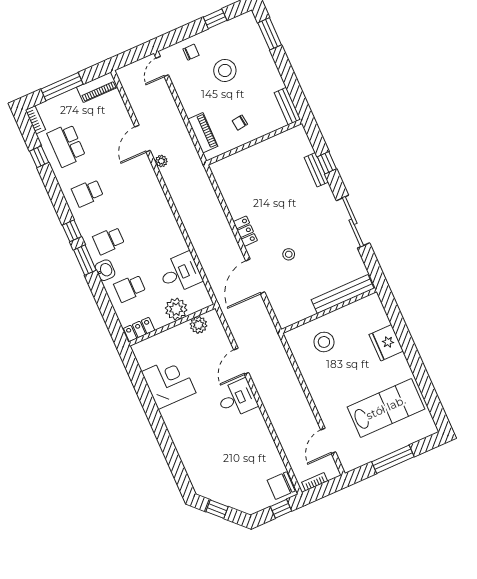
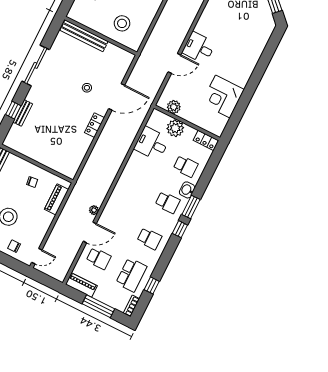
school desk: (109, 126) -> (99, 258), added

